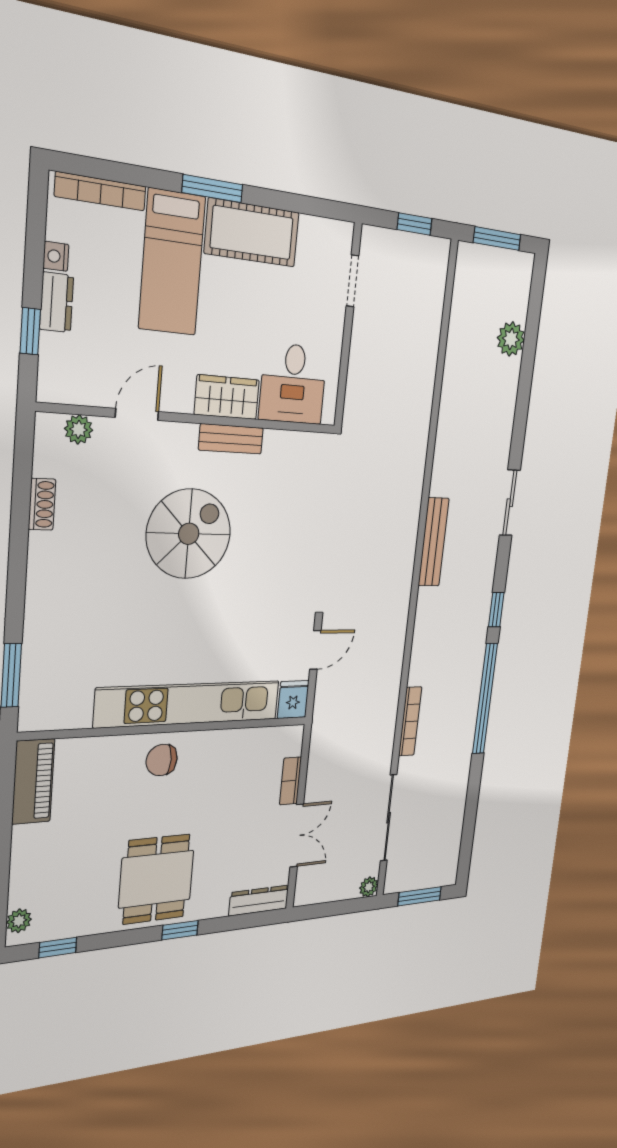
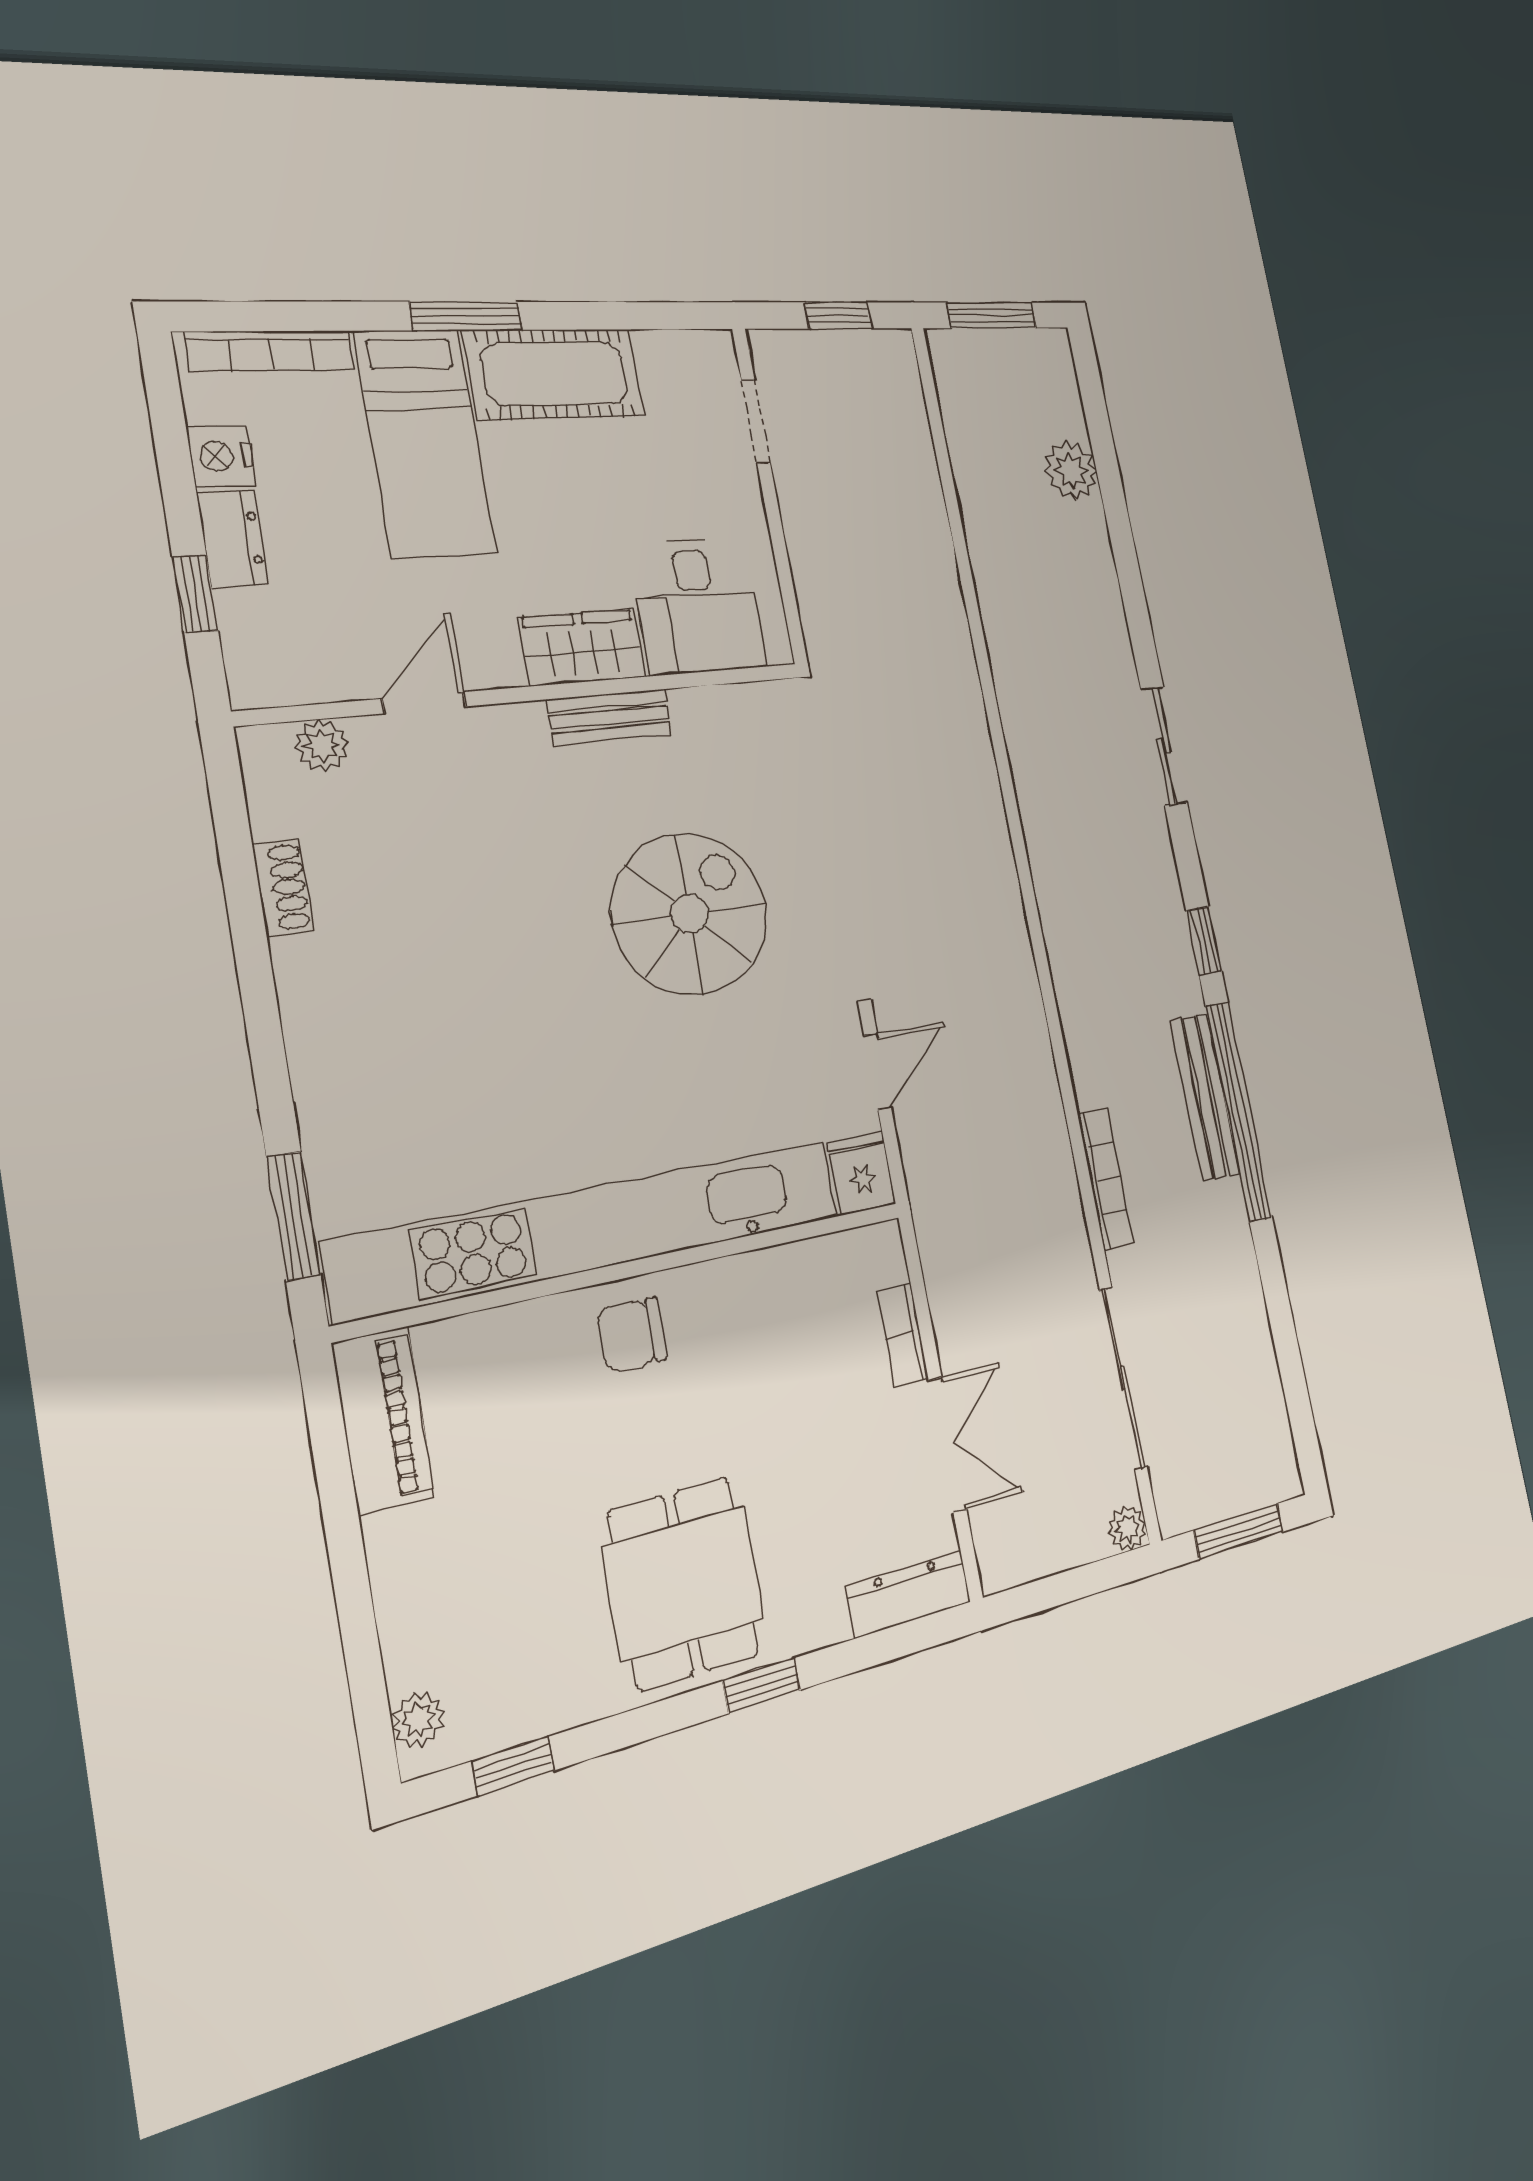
nightstand: (56, 256) -> (221, 456), width x1.39, depth x1.35
spiral stairs: (189, 534) -> (689, 914), moved
bench: (434, 542) -> (1205, 1097), moved
kitchen unit: (189, 704) -> (592, 1228), width x1.36

